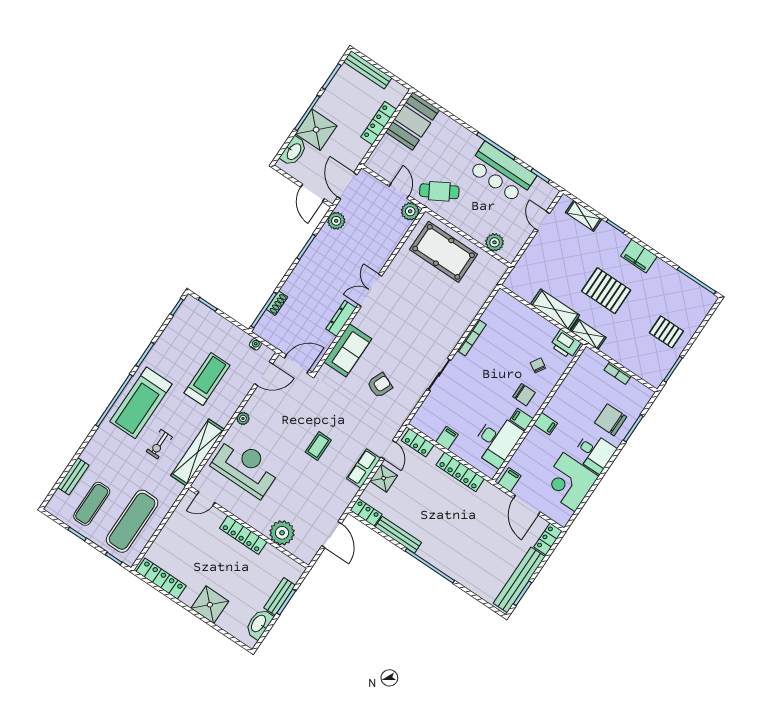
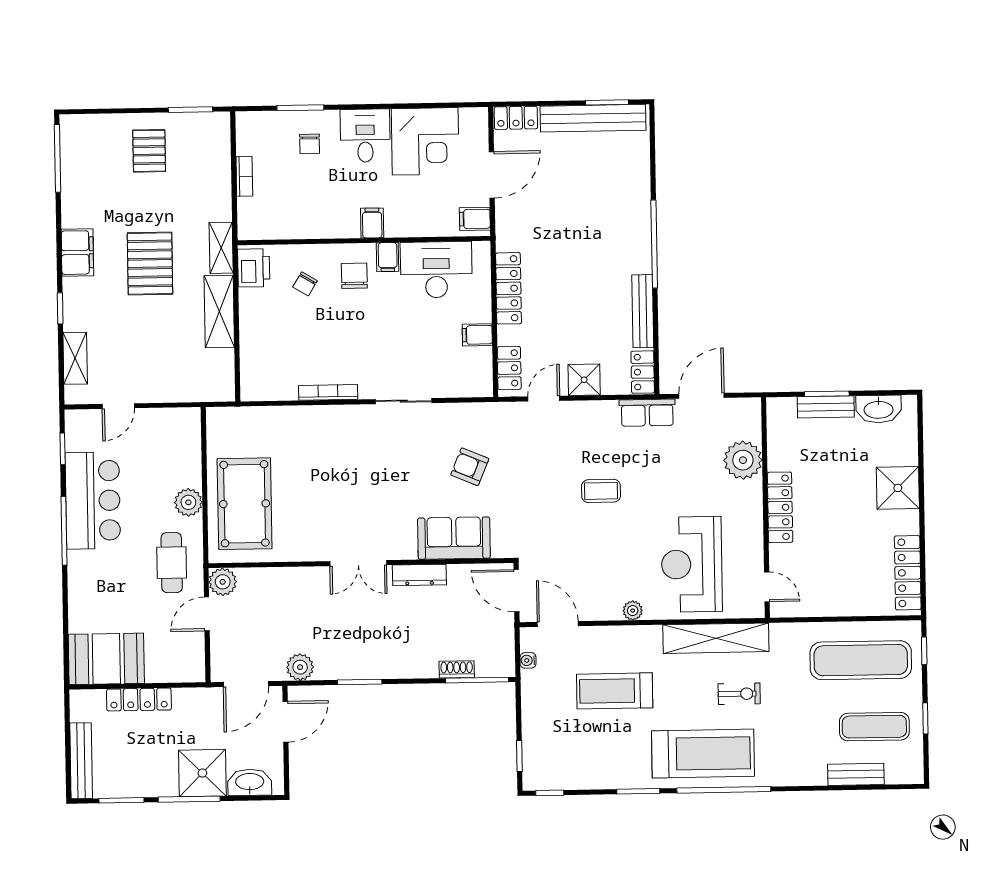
cafe table: (439, 191) -> (172, 563), turned 30
plant: (495, 242) -> (188, 502), moved
chair: (611, 420) -> (310, 144), width x0.54, depth x0.54
row of seats: (364, 468) -> (647, 413), moved

